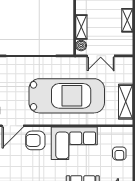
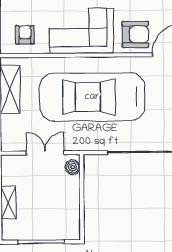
shelving: (81, 27) -> (72, 193), removed
armchair: (119, 153) -> (25, 35), moved

